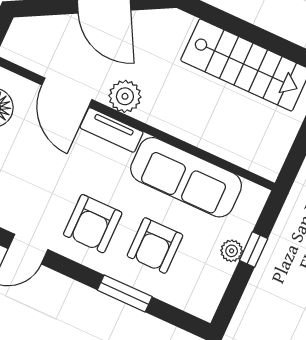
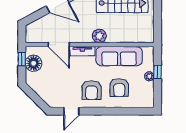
plant: (125, 96) -> (99, 36), moved
window: (125, 293) -> (116, 111), removed

